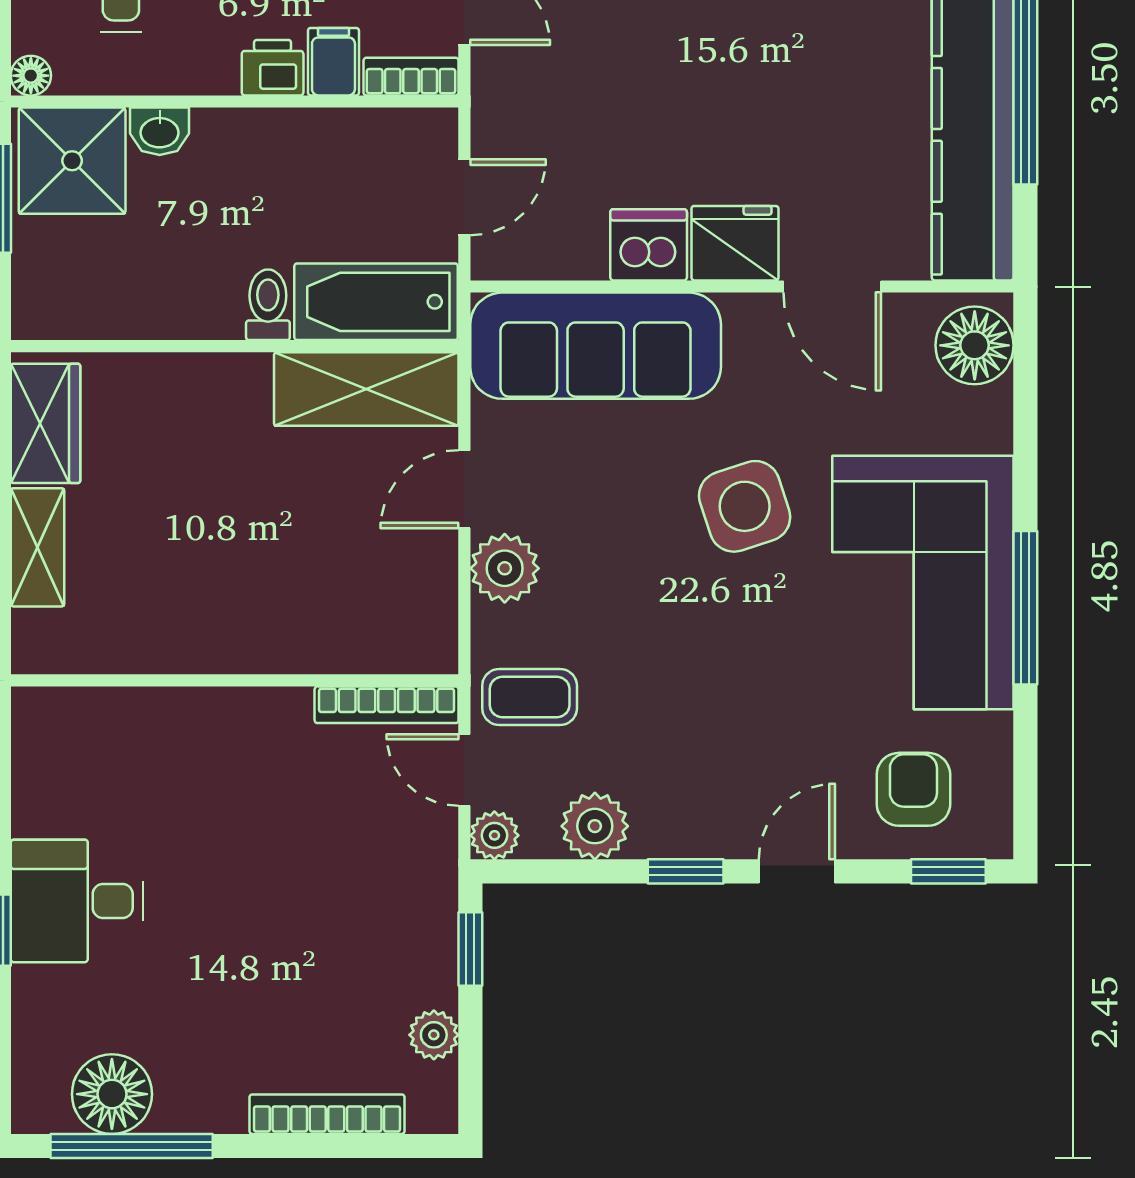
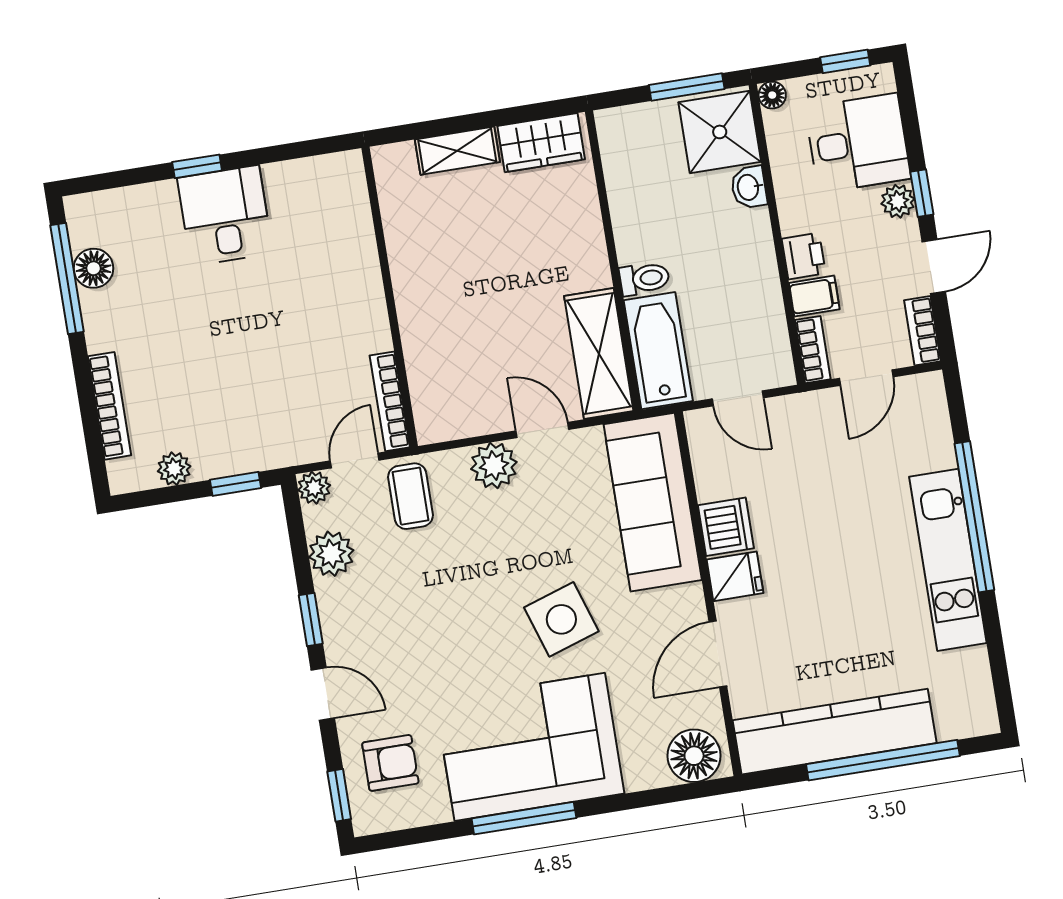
fridge: (735, 243) -> (735, 576), width x0.72
floor lamp: (112, 1094) -> (94, 268), width x0.73, depth x0.73

